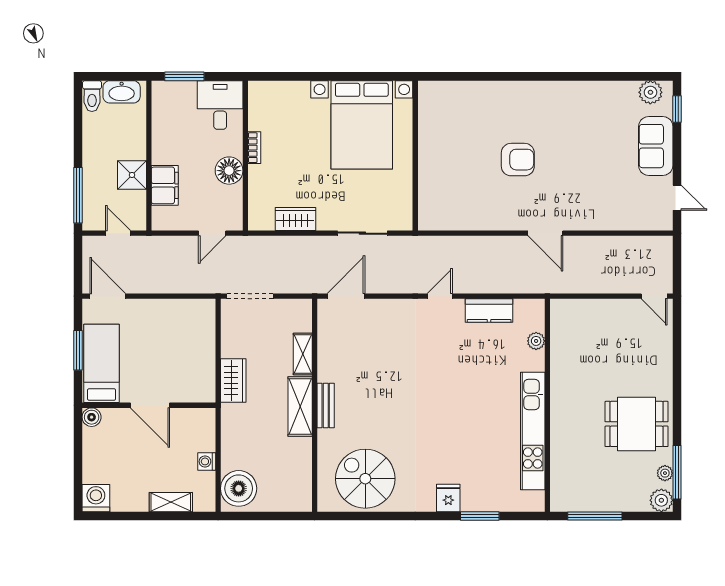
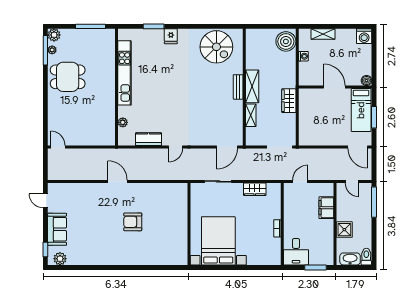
floor lamp: (229, 171) -> (291, 216), removed
shower: (132, 175) -> (344, 230), moved

